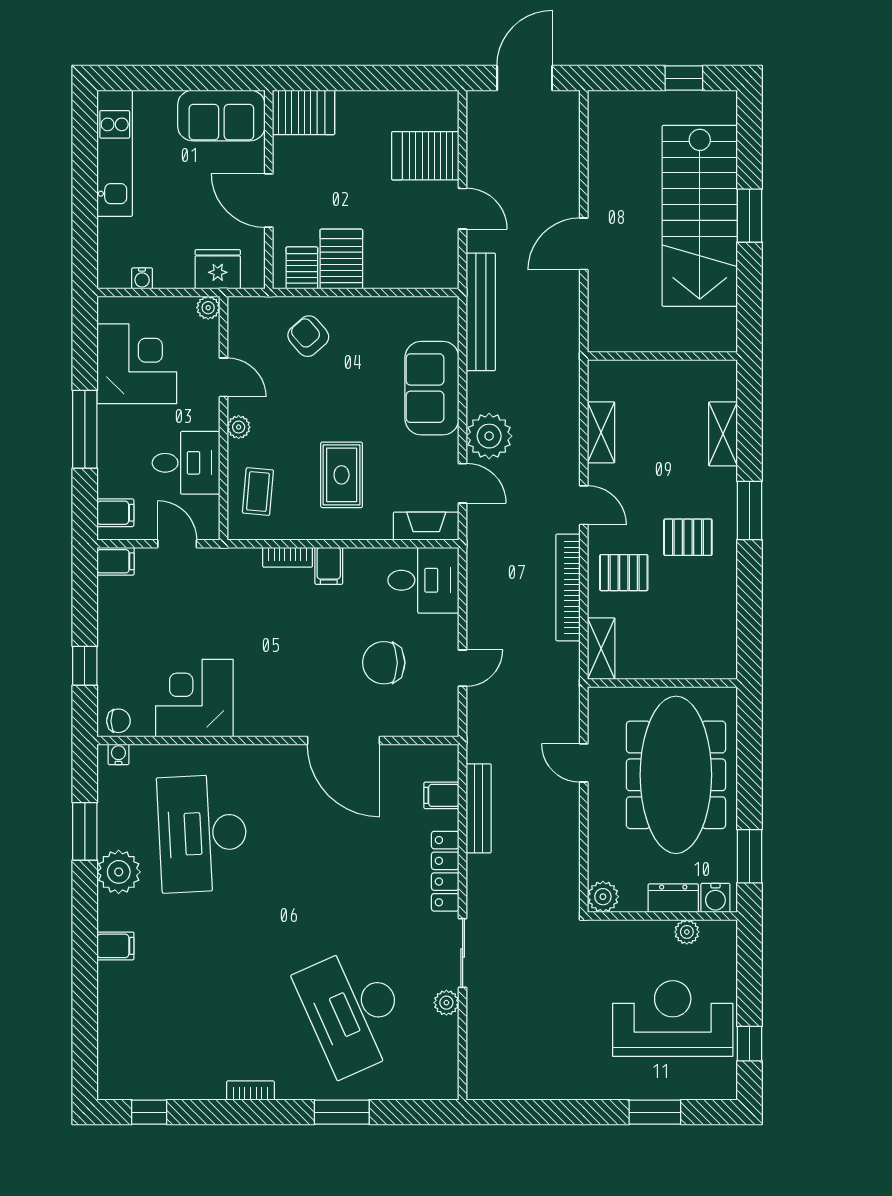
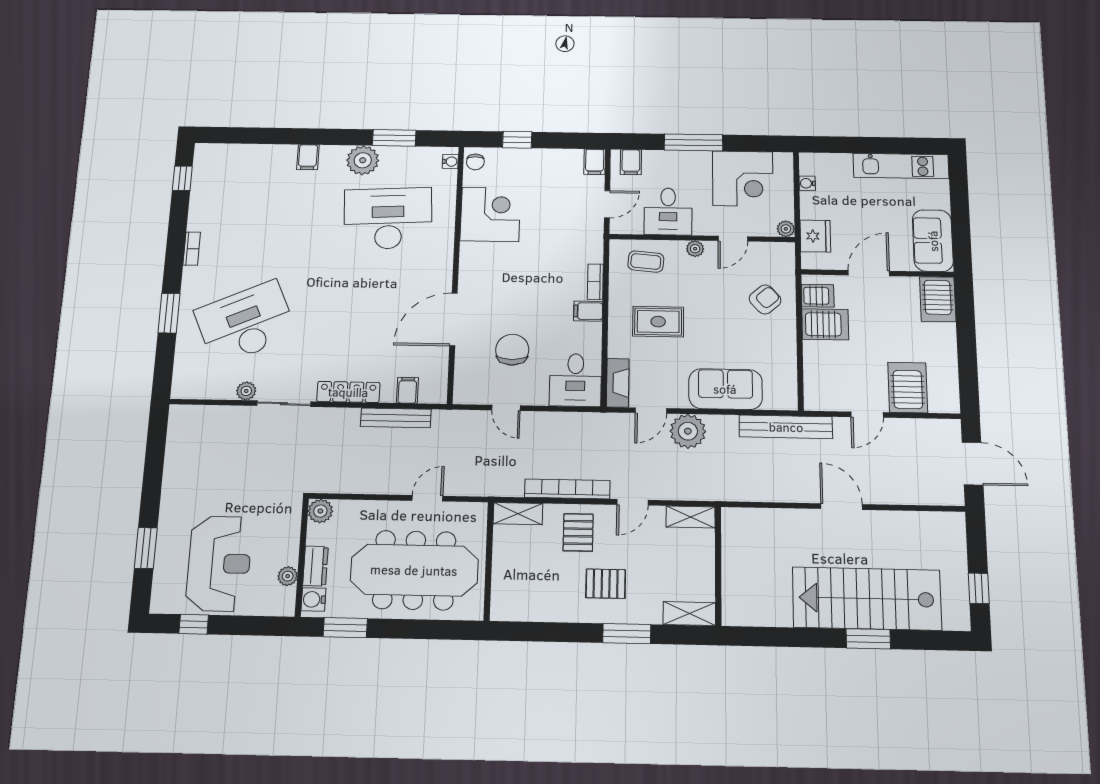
wall: (662, 356) -> (718, 566), moved
pallet: (688, 537) -> (606, 584), turned 90

